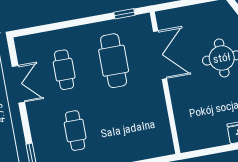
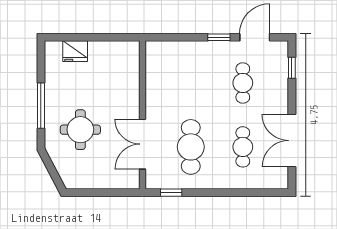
double door: (18, 84) -> (292, 141), width x1.37

